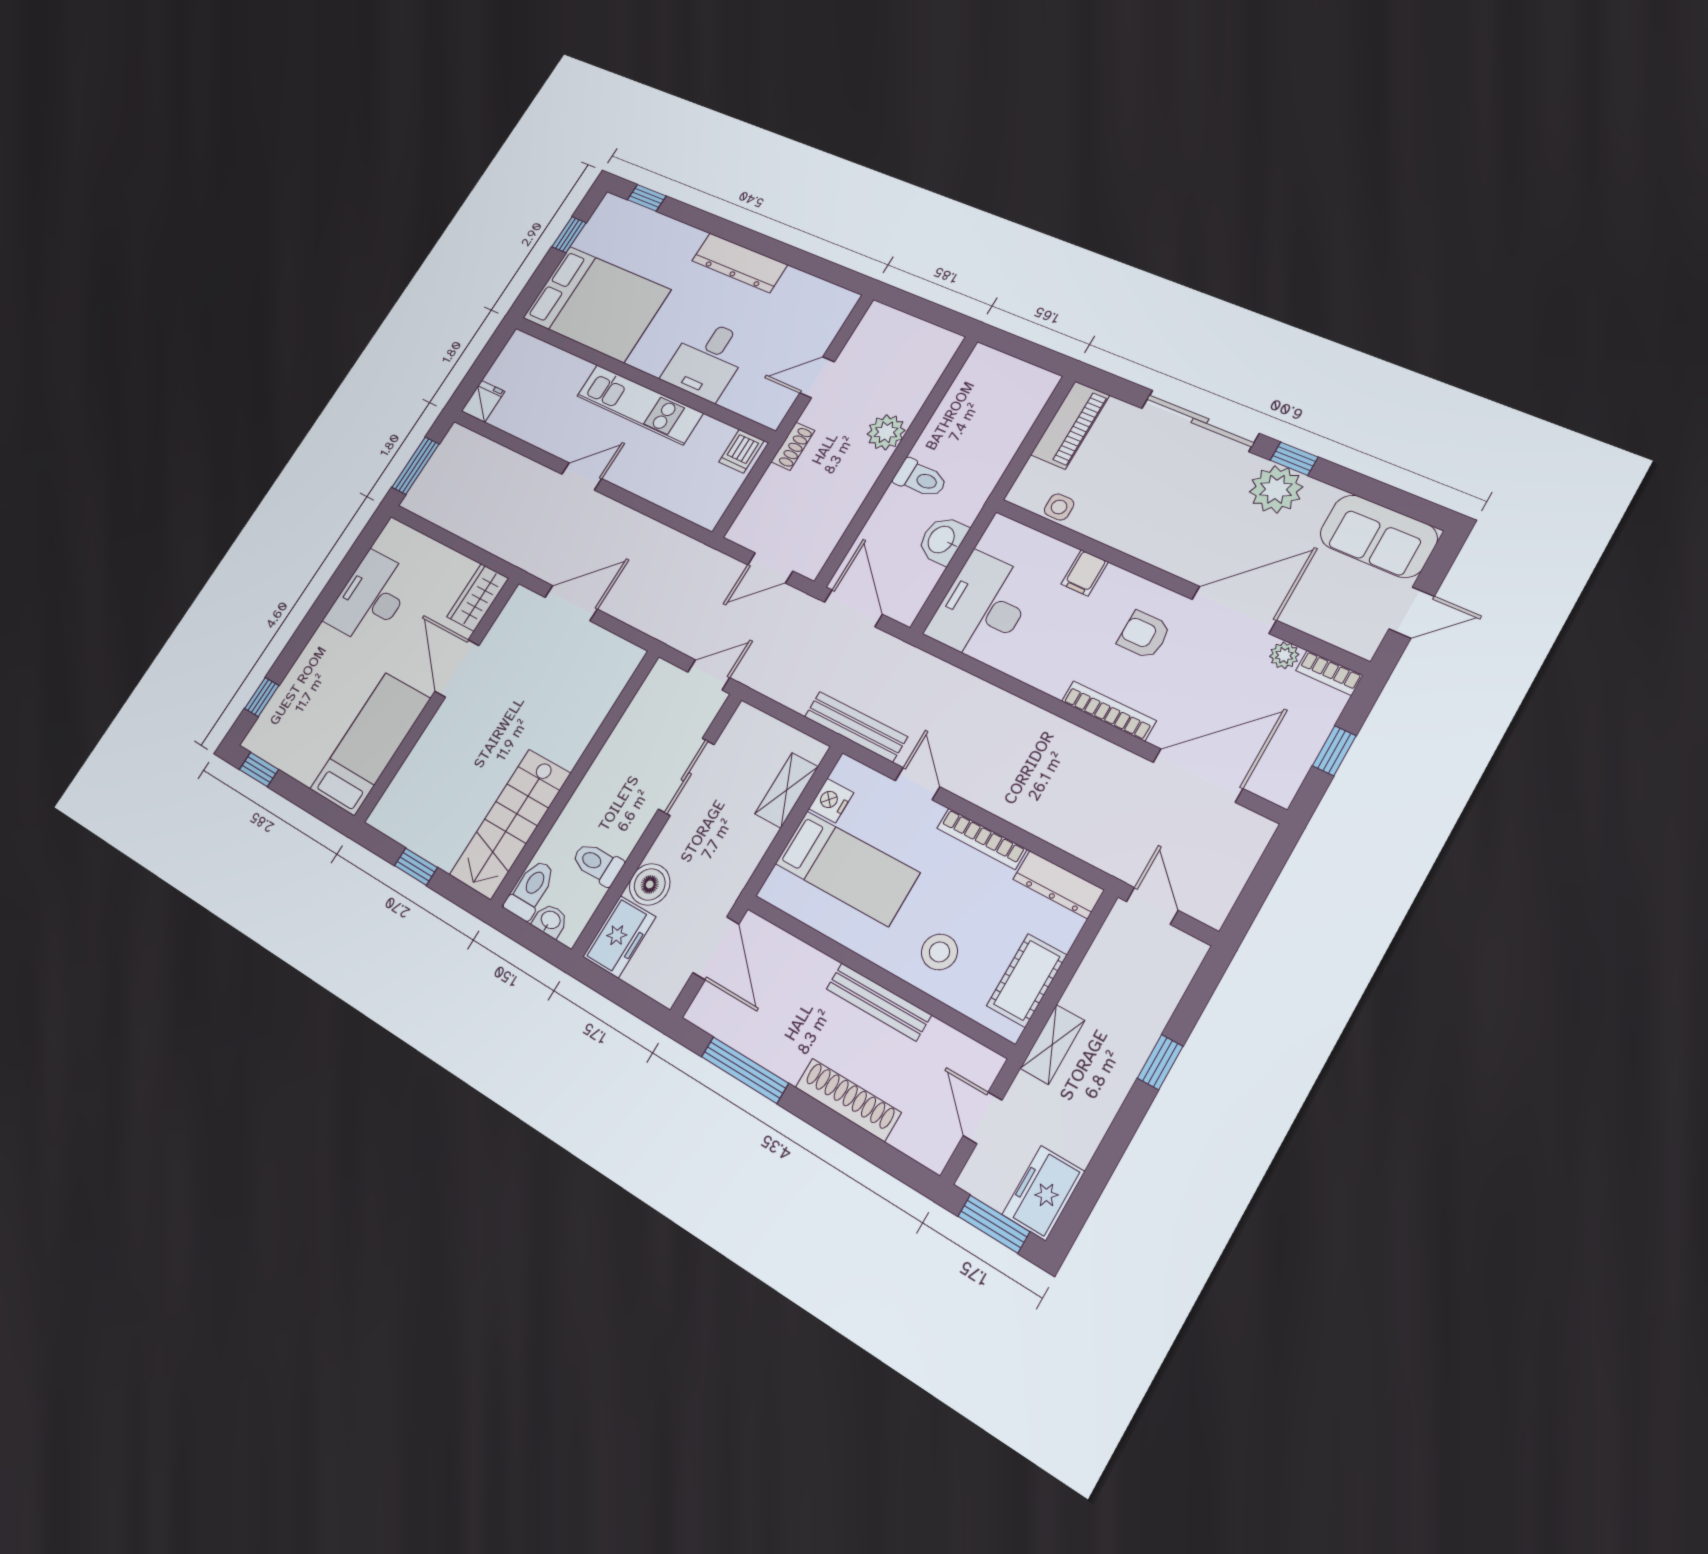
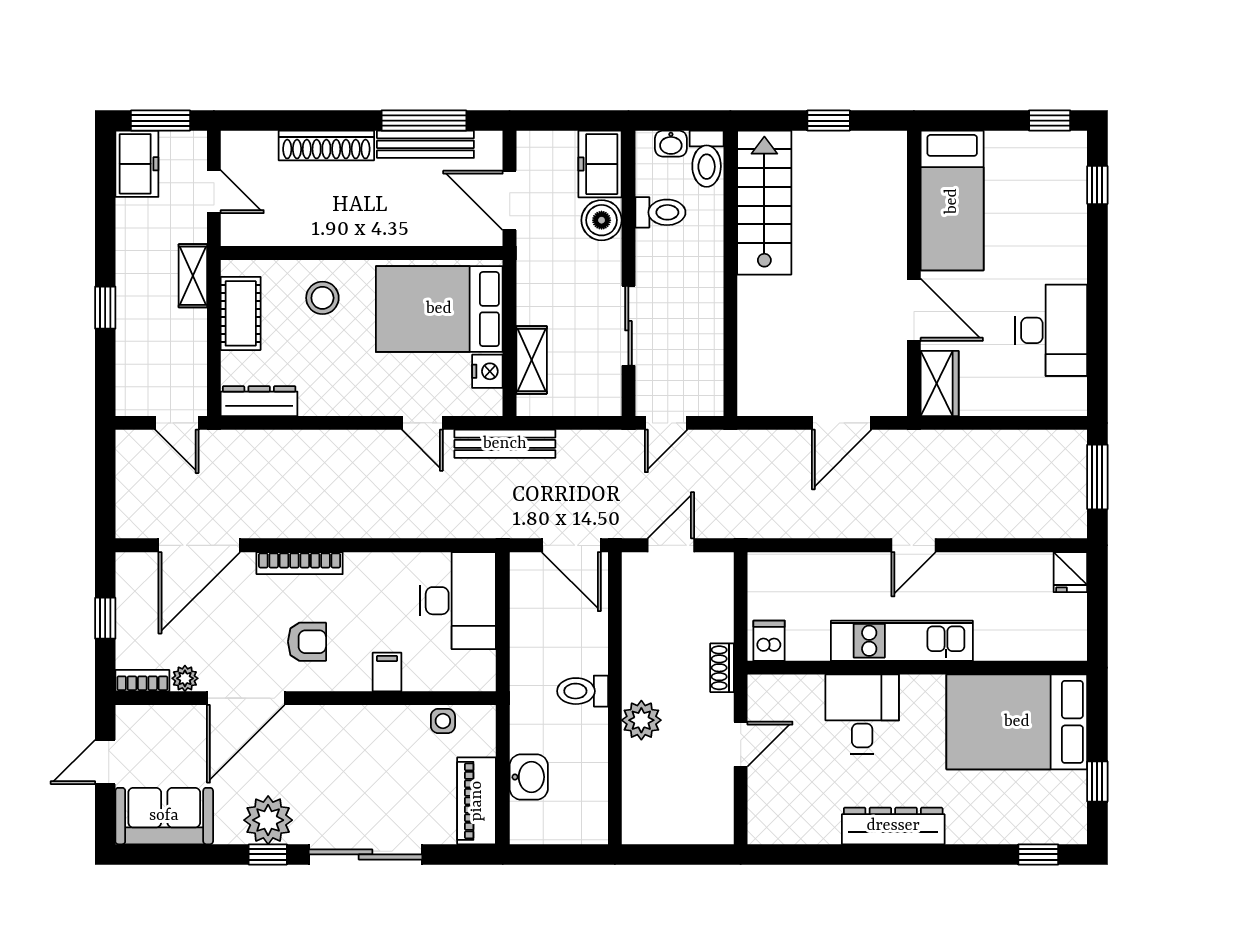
washbasin: (942, 540) -> (529, 777), moved
bookcase: (982, 839) -> (342, 405), removed
bed: (847, 868) -> (439, 309), width x1.50
bench: (879, 1002) -> (425, 144), moved

